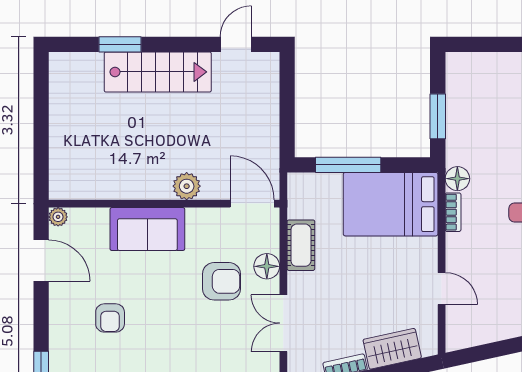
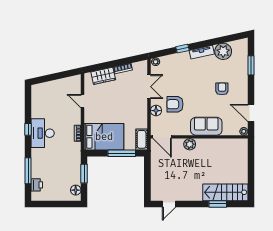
stairs: (158, 72) -> (225, 192), moved
floor lamp: (457, 179) -> (76, 190), moved
cot: (301, 245) -> (142, 139), moved

